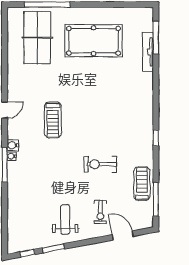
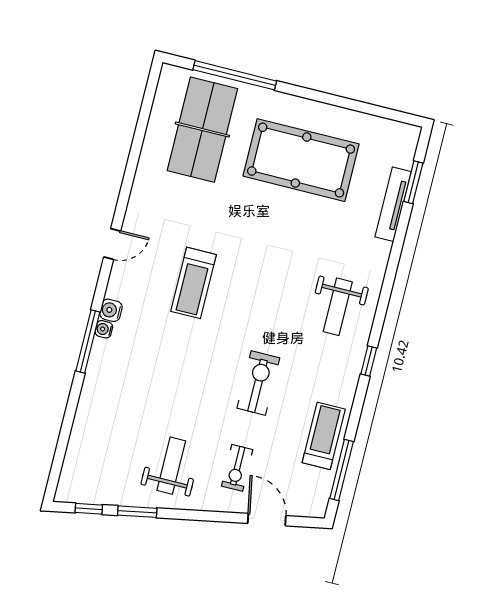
window: (156, 38) -> (413, 182), width x0.69
weight bench: (132, 113) -> (338, 307), added
exercise bike: (100, 164) -> (258, 383), turned 90

